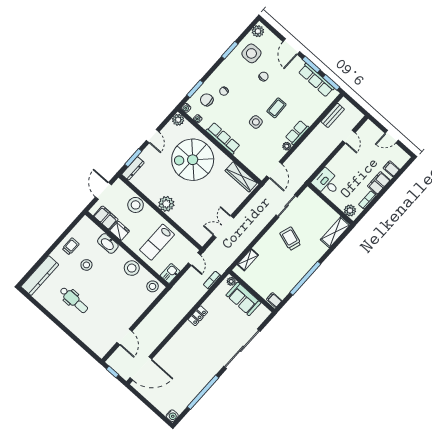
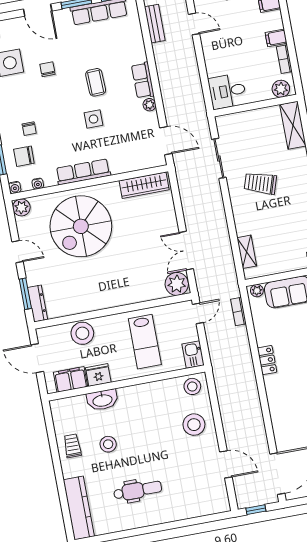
filing cabinet: (379, 183) -> (276, 38), width x0.50
plant: (166, 204) -> (177, 284), moved
door: (194, 259) -> (198, 313), hinge flipped
stool: (132, 268) -> (194, 425), moved

